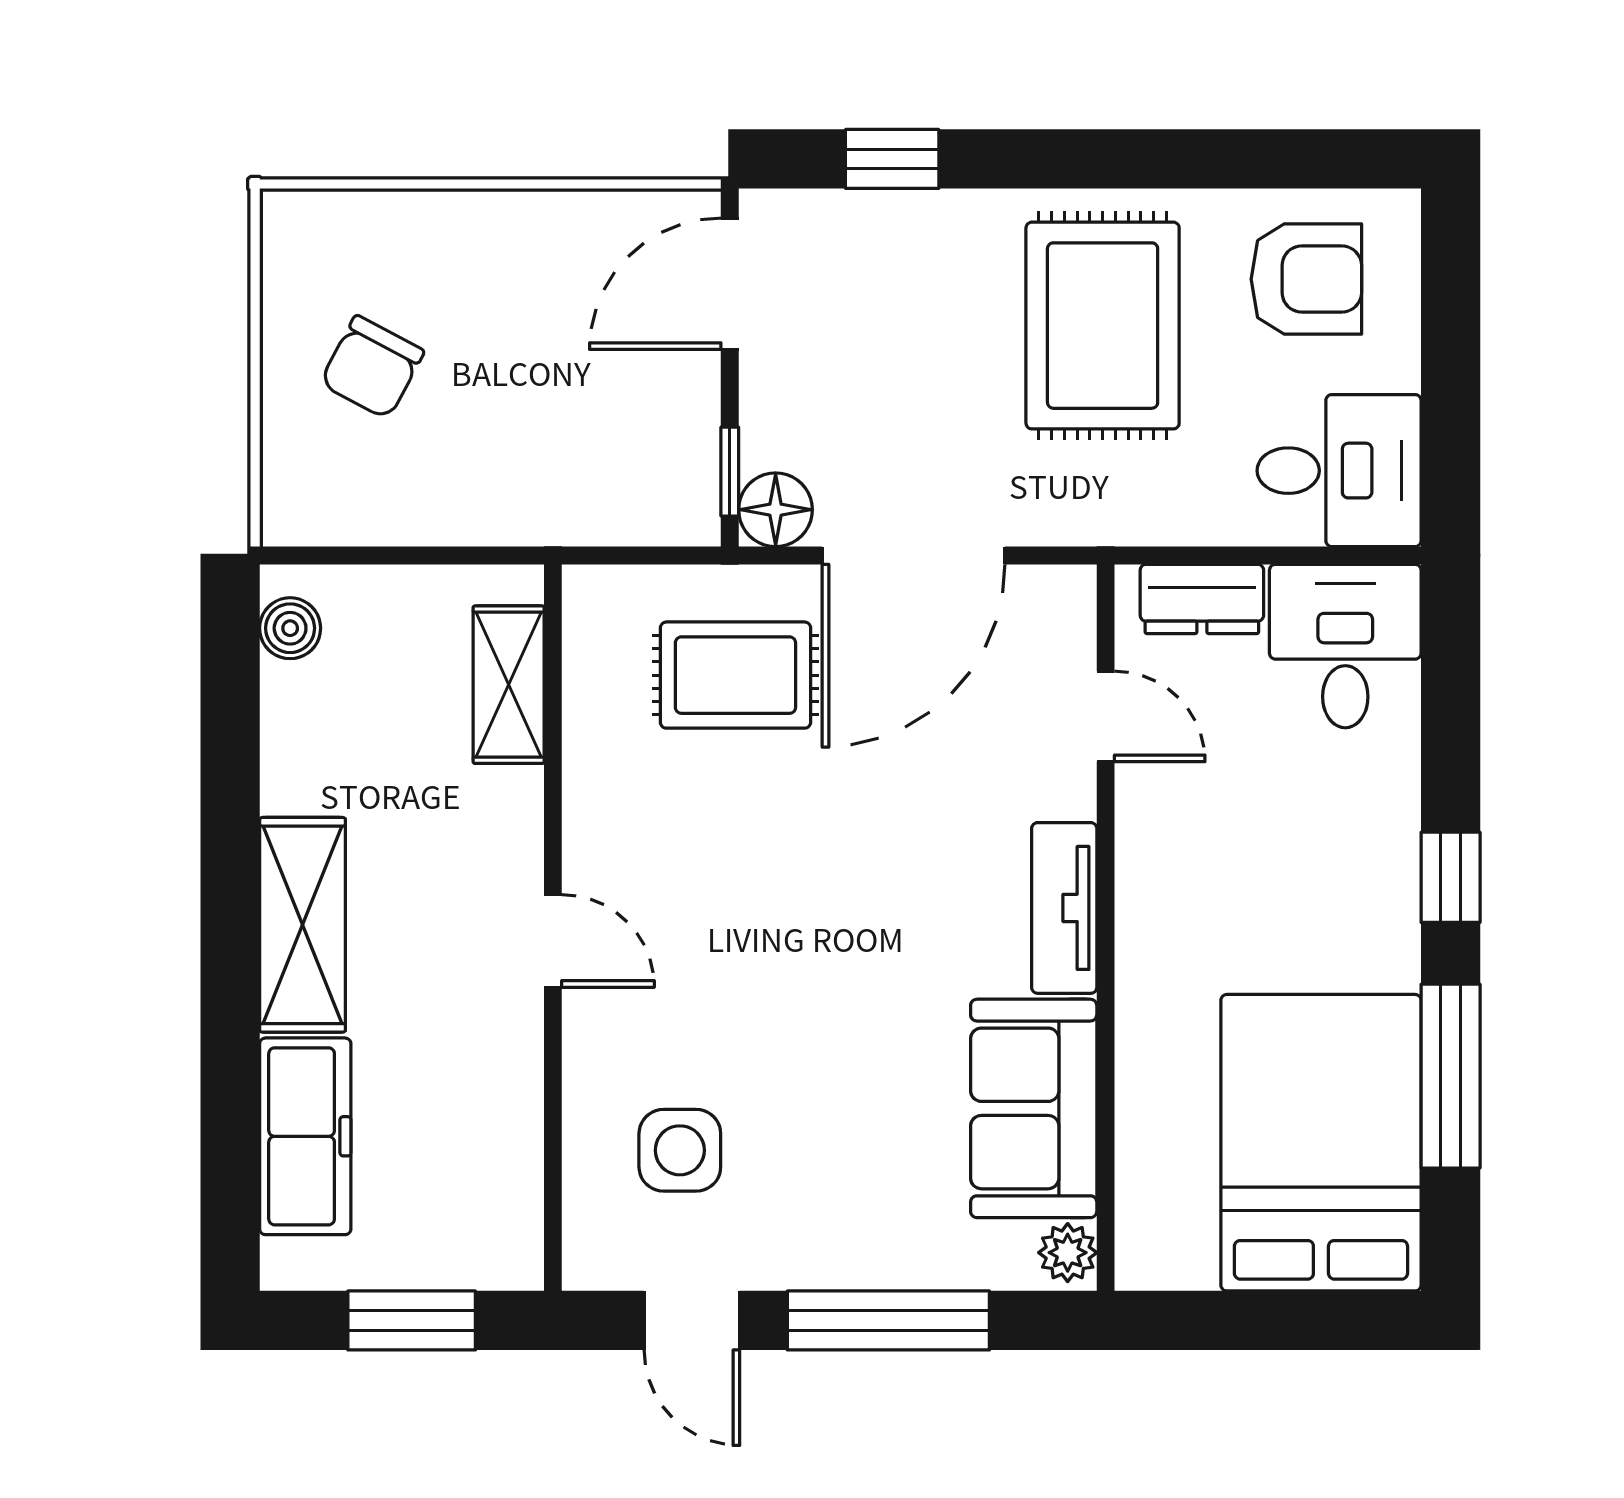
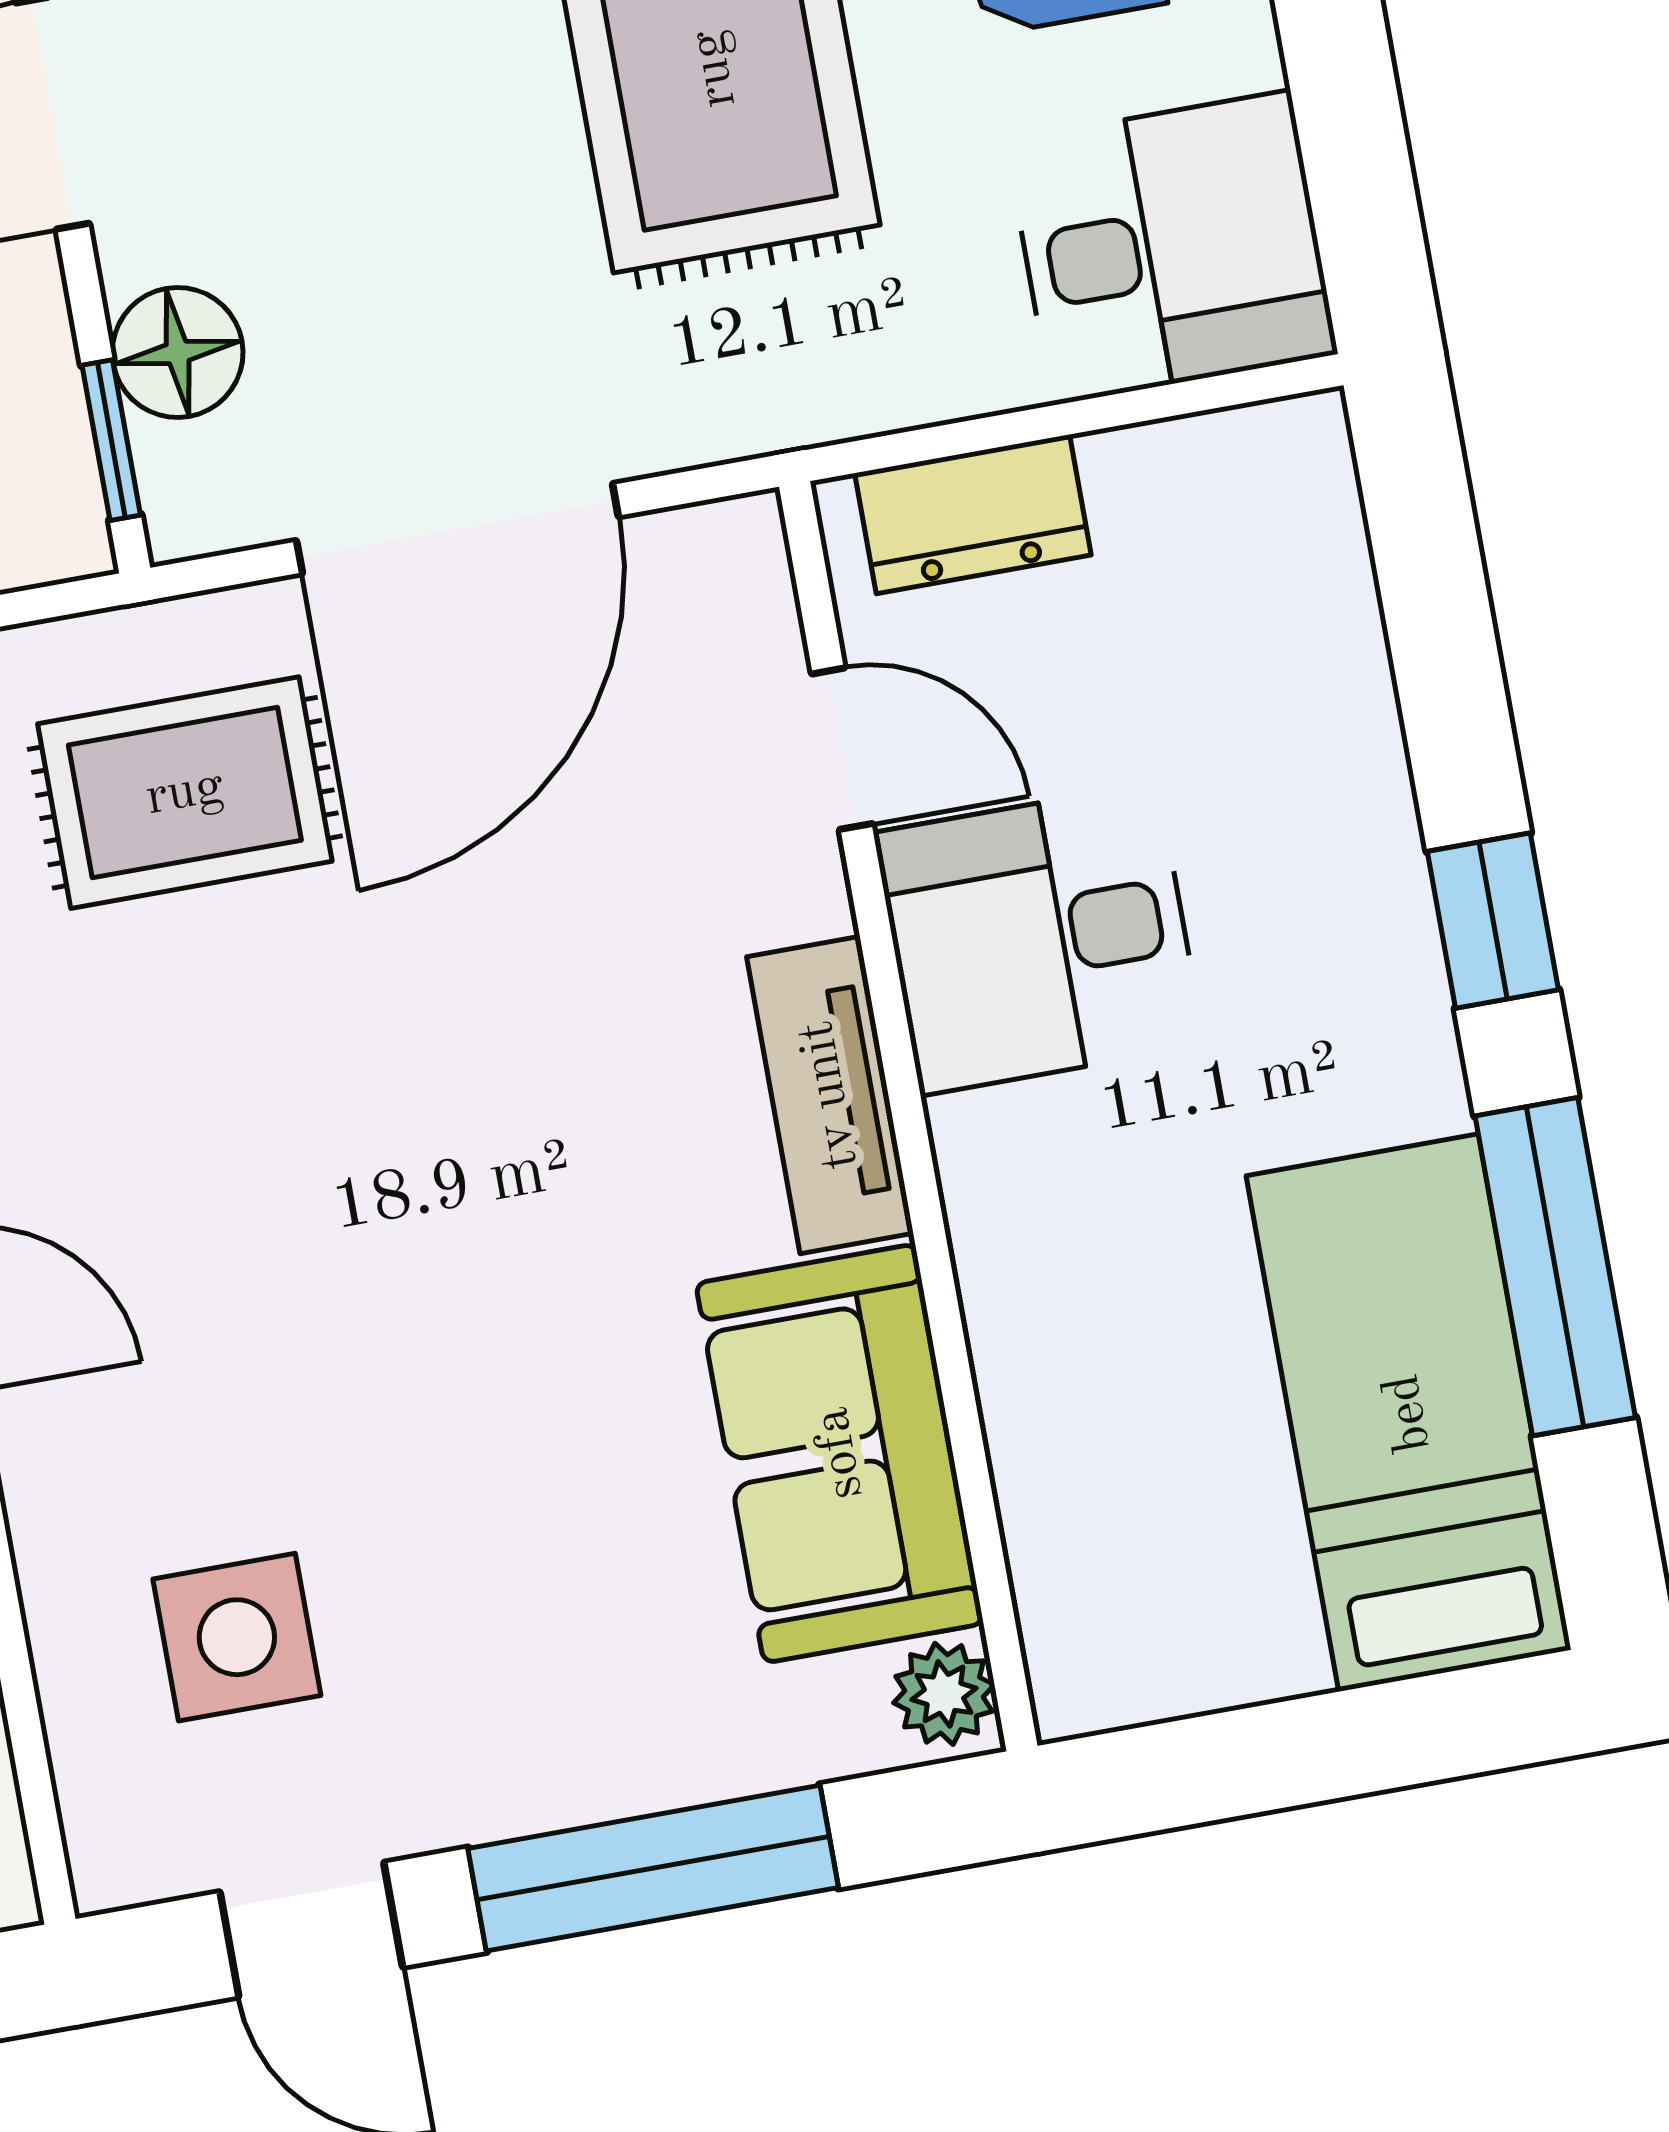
floor lamp: (776, 510) -> (178, 352), moved
desk: (1345, 646) -> (1039, 939), moved, turned -90
bed: (1321, 1143) -> (1409, 1413), width x0.67

